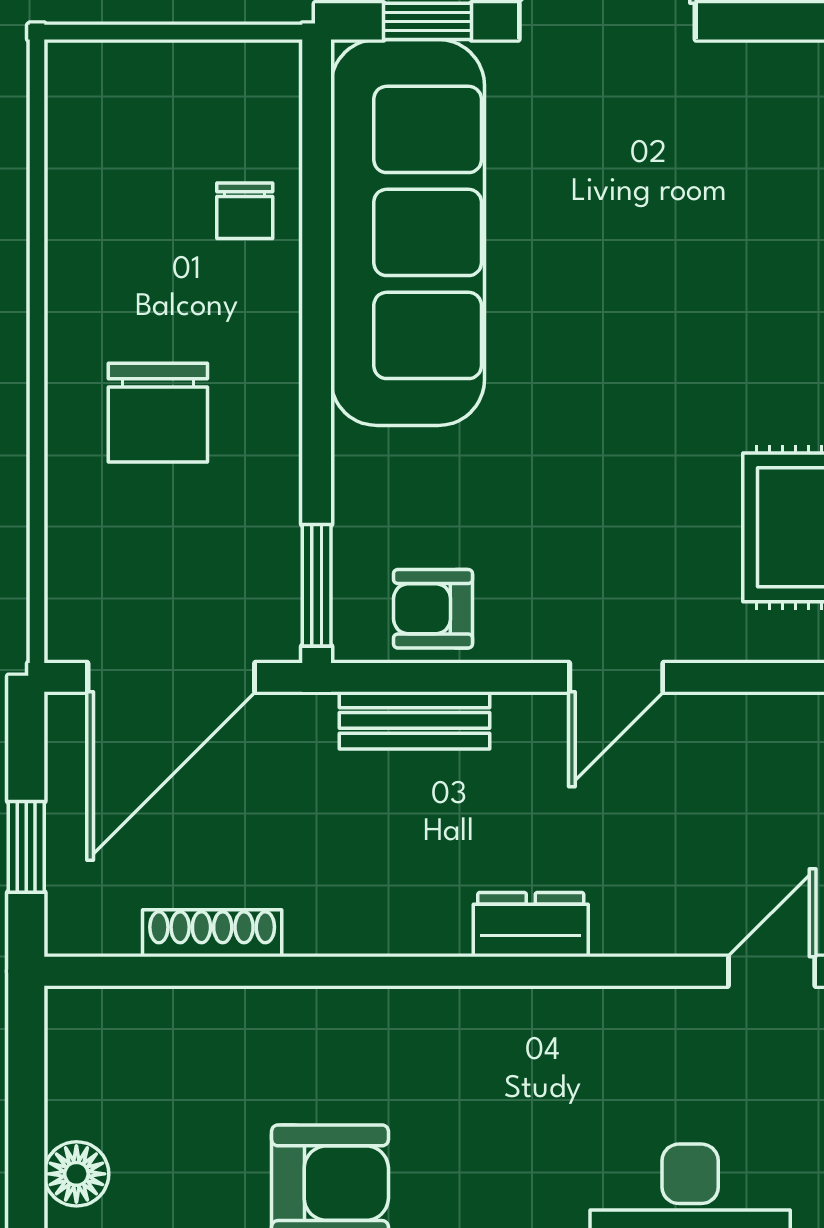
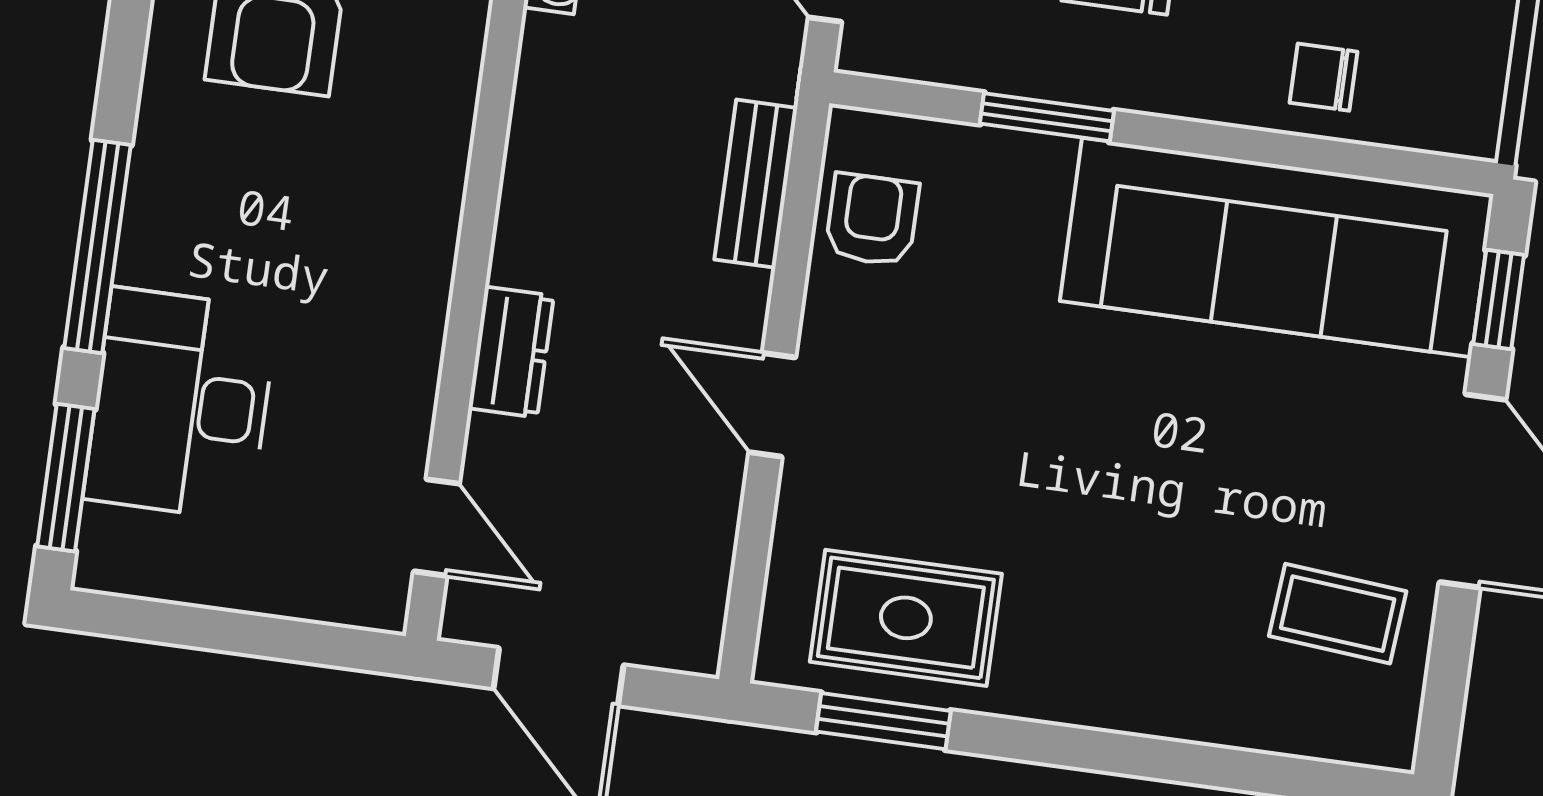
coffee table: (737, 130) -> (1338, 614), added
window: (317, 585) -> (1047, 117), moved
dresser: (531, 925) -> (511, 352), moved

